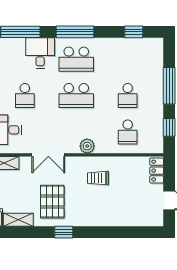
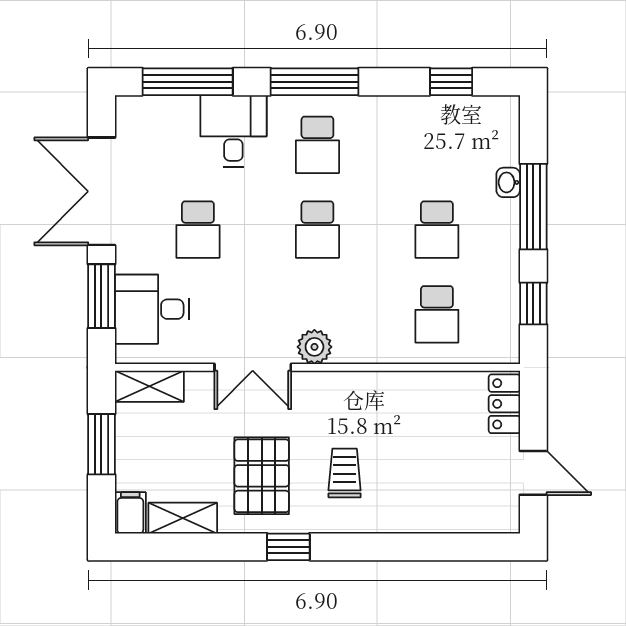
school desk: (76, 59) -> (317, 145), width x0.54
washbasin: (158, 75) -> (508, 182), added
school desk: (76, 96) -> (317, 230), width x0.54
plant: (87, 146) -> (314, 347), moved
trolley: (98, 178) -> (345, 473), moved, turned 90

